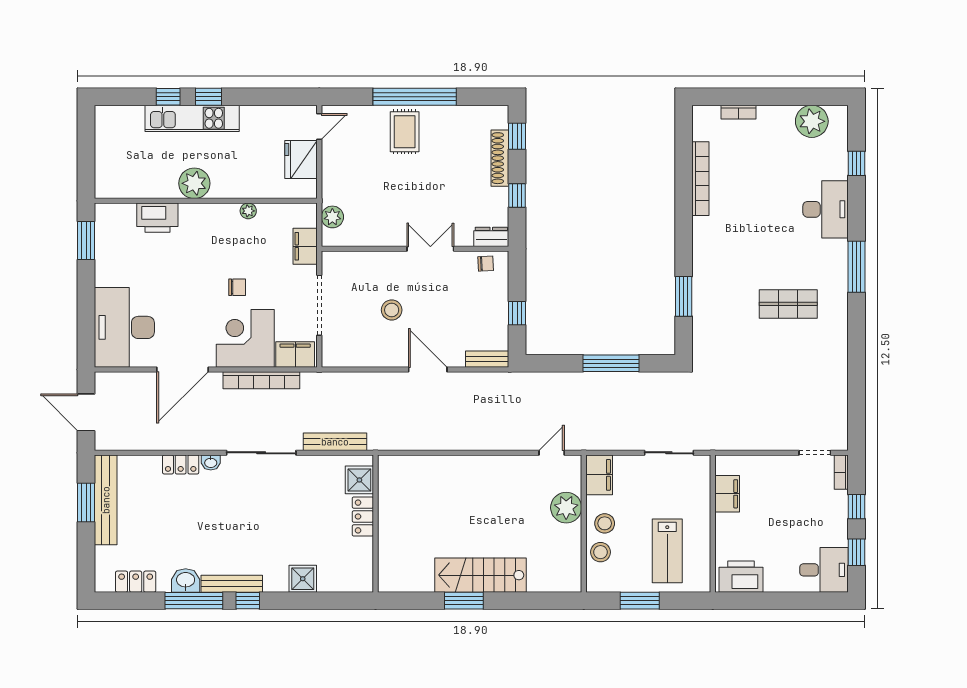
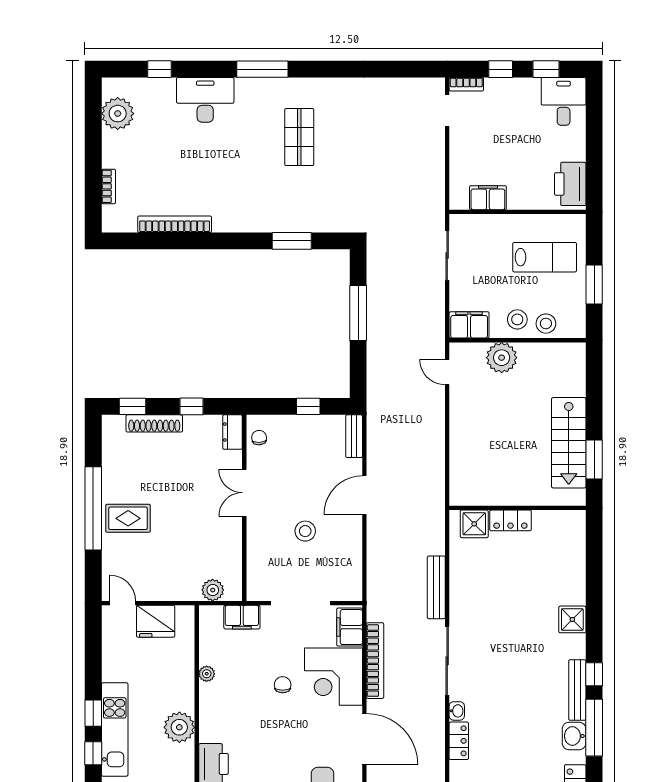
shower: (359, 480) -> (474, 524), moved
locker: (363, 517) -> (510, 520), moved
wall: (375, 524) -> (518, 508), moved

